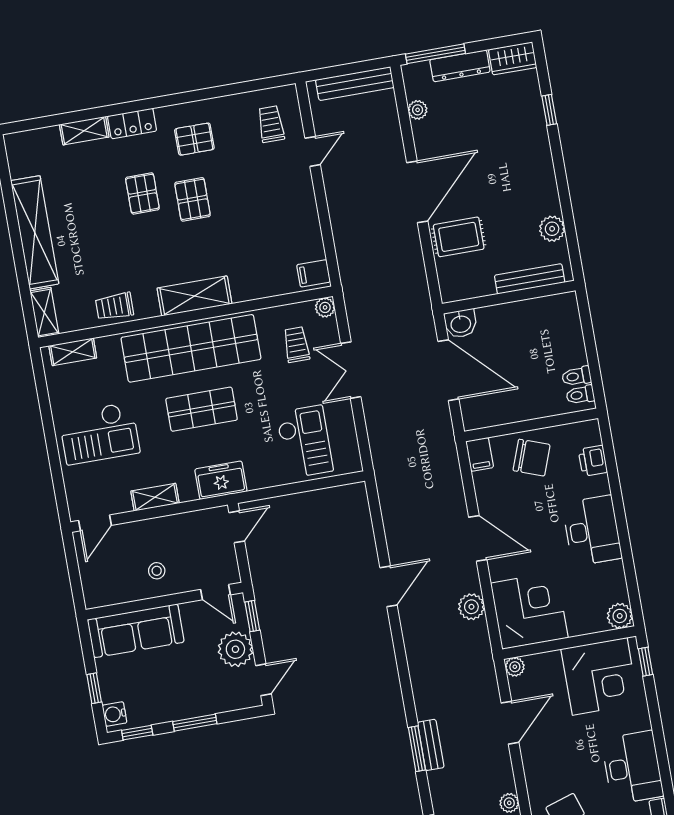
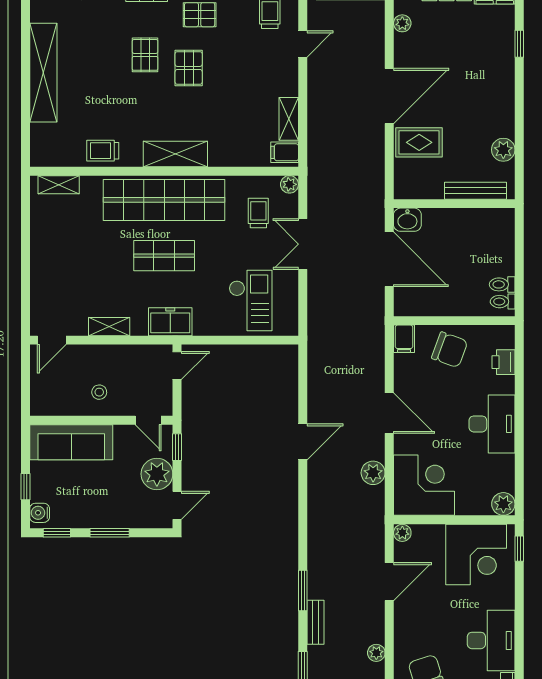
shelving: (44, 313) -> (289, 119), moved
checkout: (99, 433) -> (70, 261), removed
bench: (431, 745) -> (315, 622), moved

